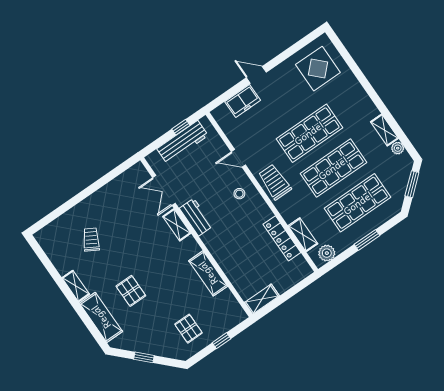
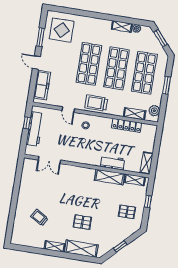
window: (288, 53) -> (40, 37), added
door: (256, 75) -> (36, 63), hinge flipped
freezer: (243, 101) -> (42, 85), width x1.40
door: (238, 158) -> (68, 110), hinge flipped
workbench: (196, 217) -> (113, 163), moved
shelving: (177, 225) -> (135, 180), moved

